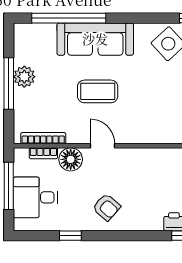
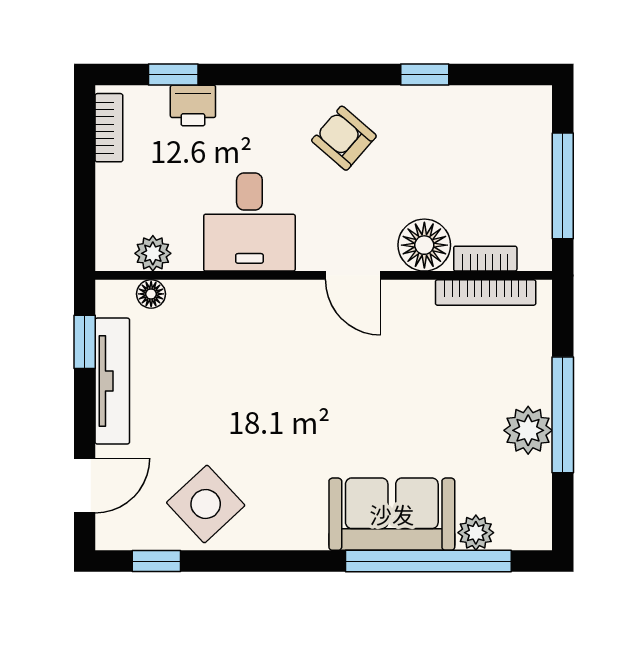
plant: (48, 31) -> (476, 533), added
sofa: (95, 39) -> (392, 514), width x0.73
coffee table: (98, 91) -> (364, 397), removed
desk: (35, 197) -> (249, 222), moved, turned 90

